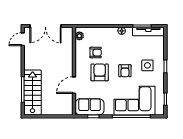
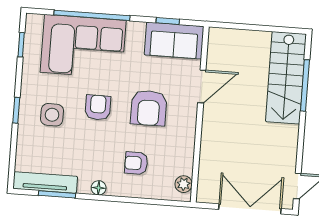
armchair: (96, 53) -> (136, 163), moved

